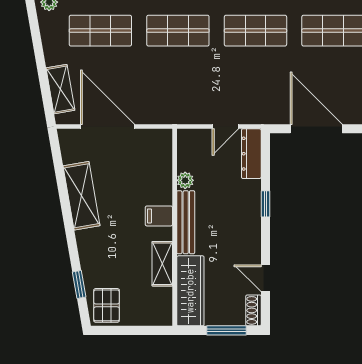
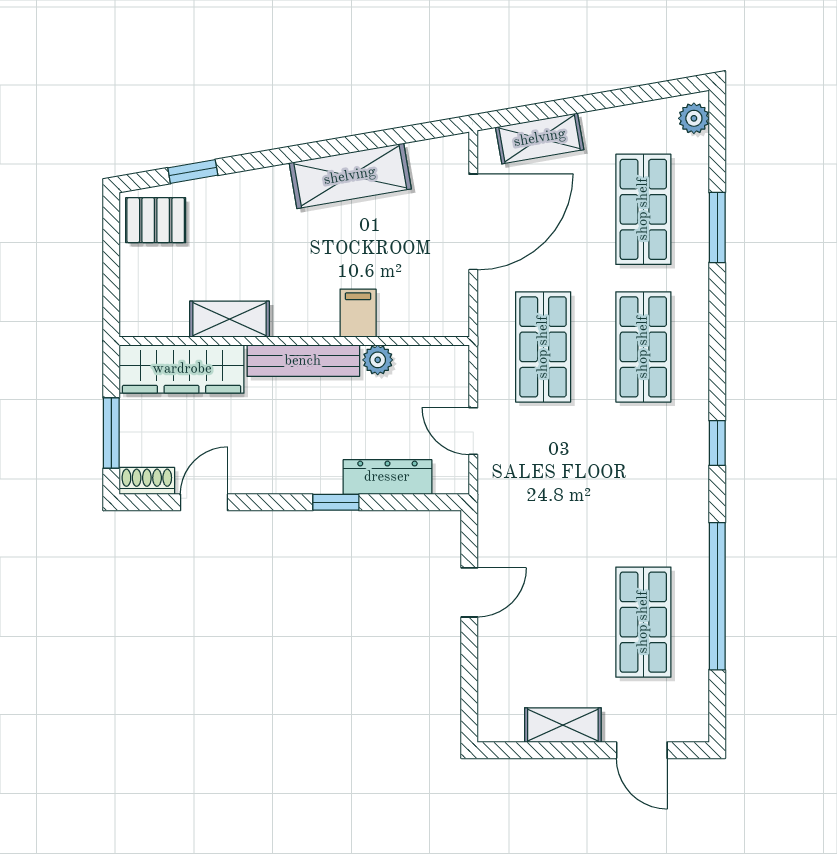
shop shelf: (255, 31) -> (543, 347), moved
door: (316, 129) -> (469, 592), width x0.53
dresser: (251, 154) -> (387, 477), moved
filing cabinet: (159, 216) -> (358, 313), moved

